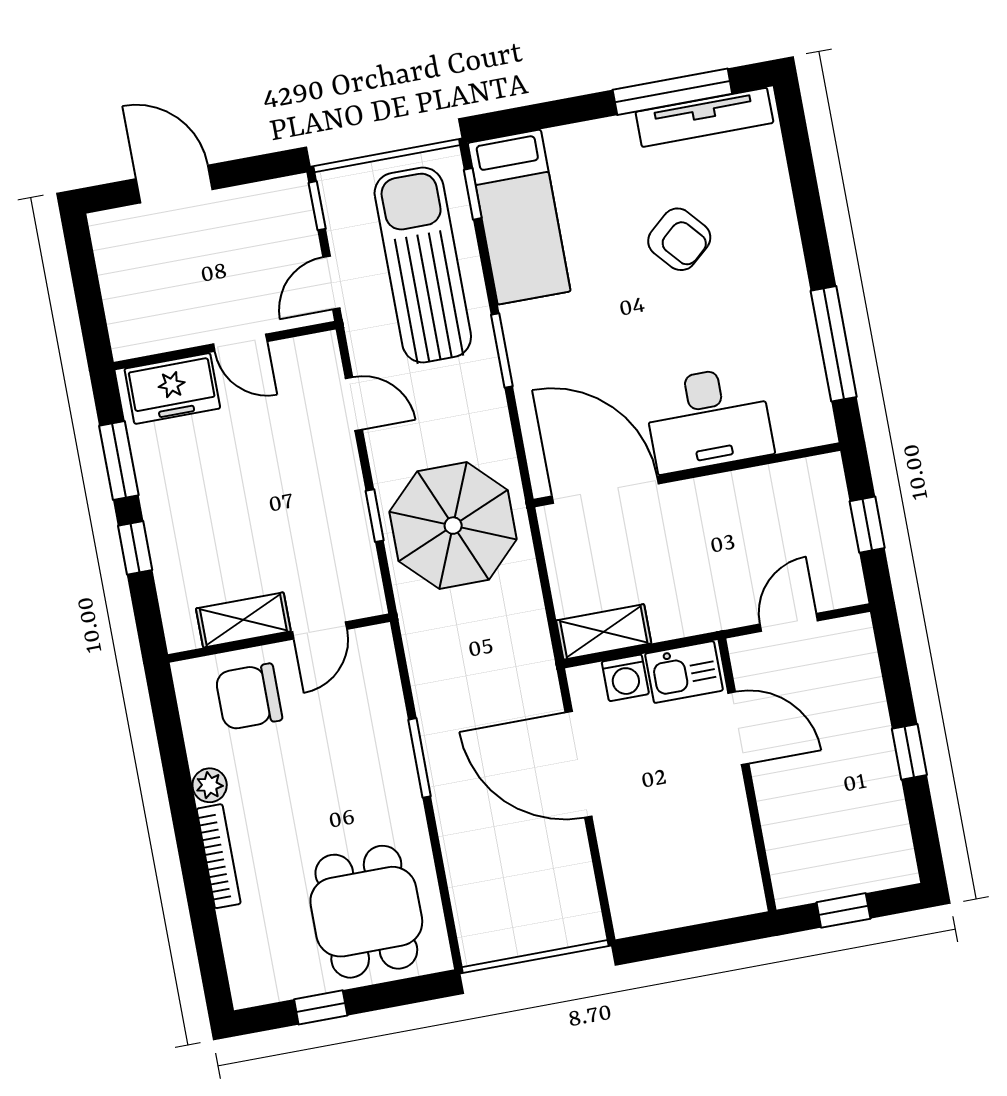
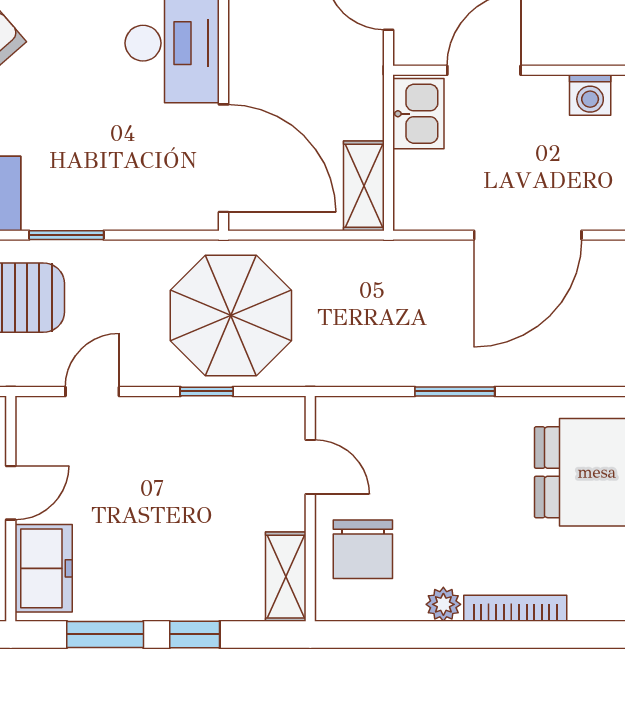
door: (605, 490) -> (223, 158), swing flipped
shelving: (243, 620) -> (286, 577), moved
washing machine: (625, 678) -> (590, 95), moved, turned 90
door: (578, 764) -> (528, 235), moved

